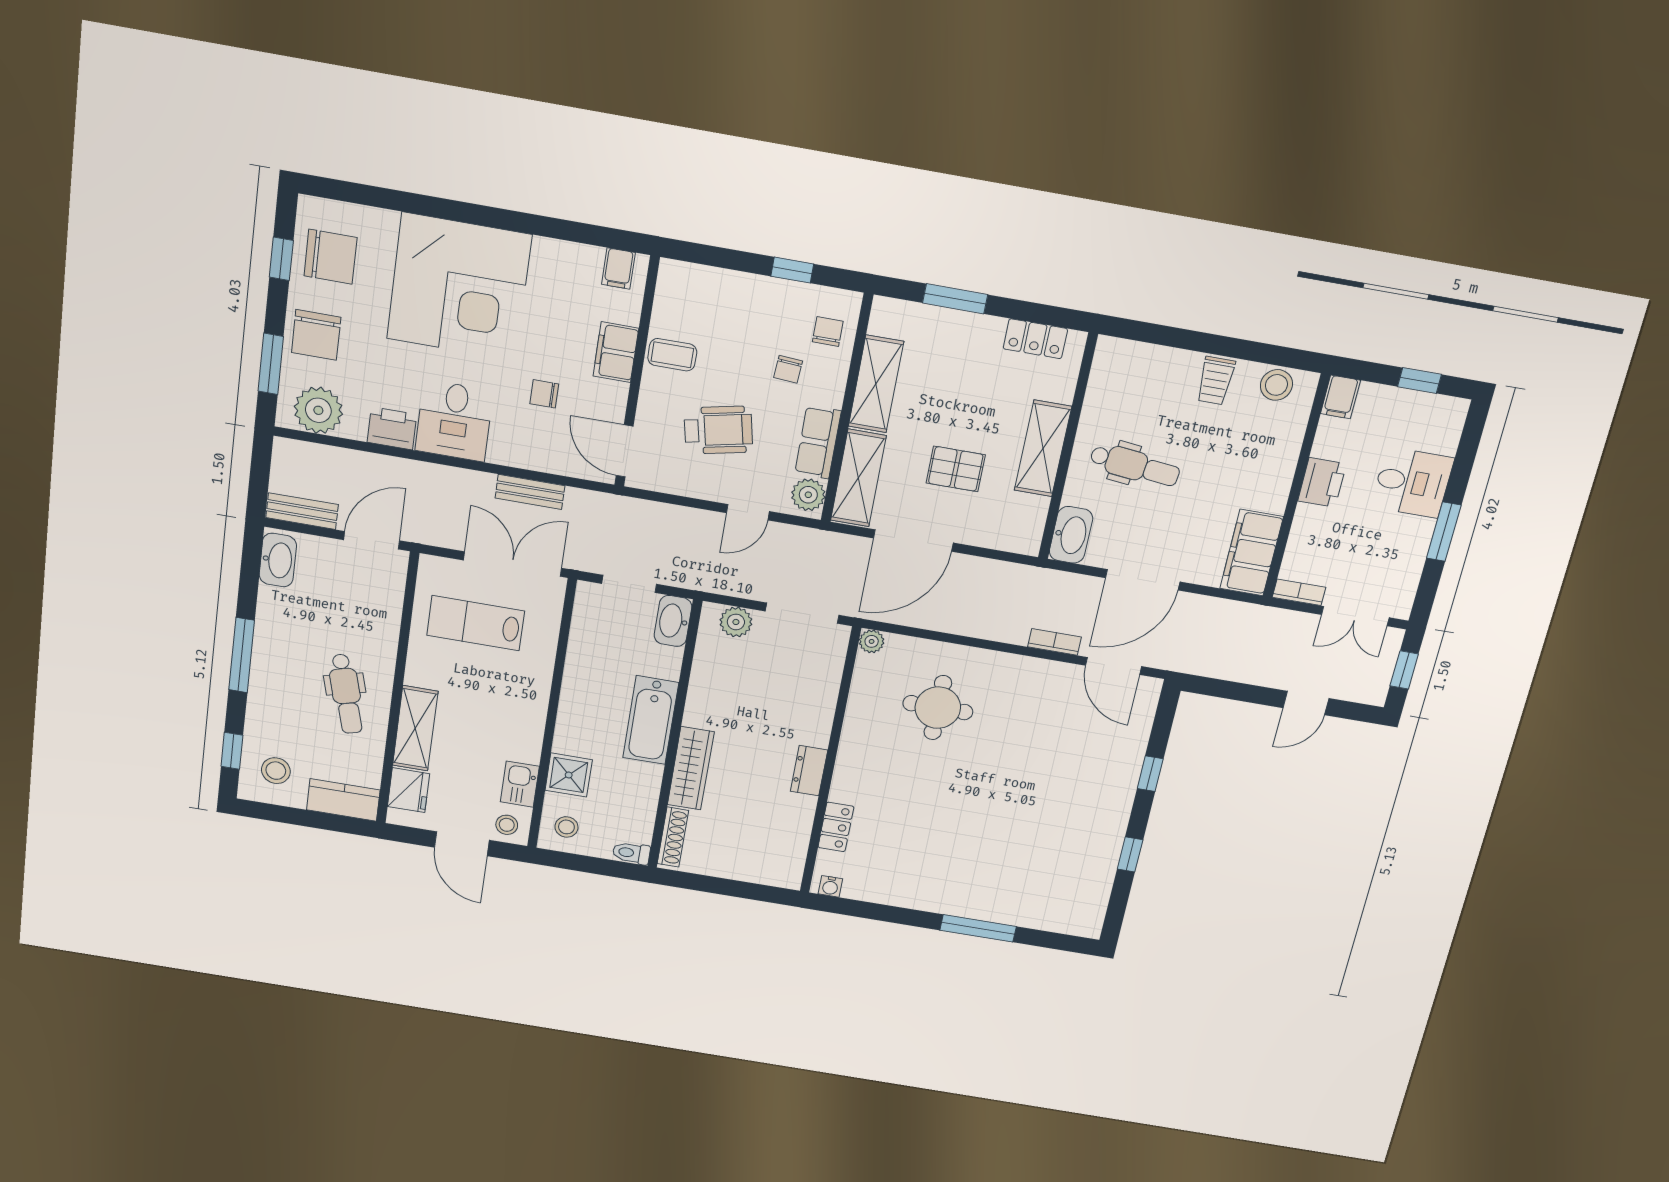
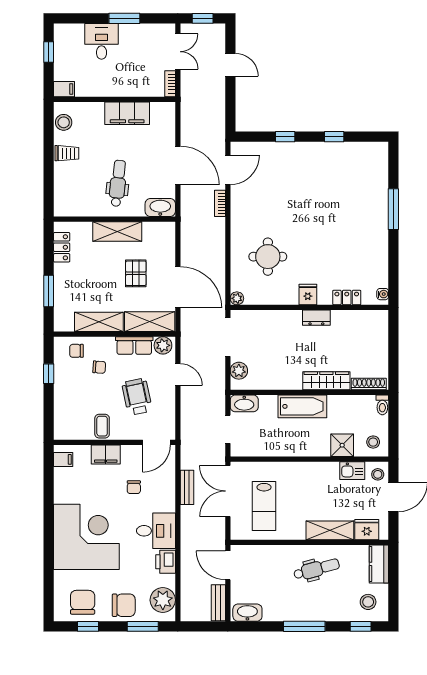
printer: (1322, 482) -> (110, 87), removed
filing cabinet: (1252, 553) -> (127, 113), moved
fridge: (854, 764) -> (308, 294), added

